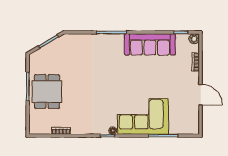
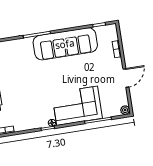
plant: (194, 39) -> (125, 110), moved
sofa: (150, 44) -> (65, 44), width x1.36, depth x1.27
door: (201, 95) -> (126, 78), hinge flipped

